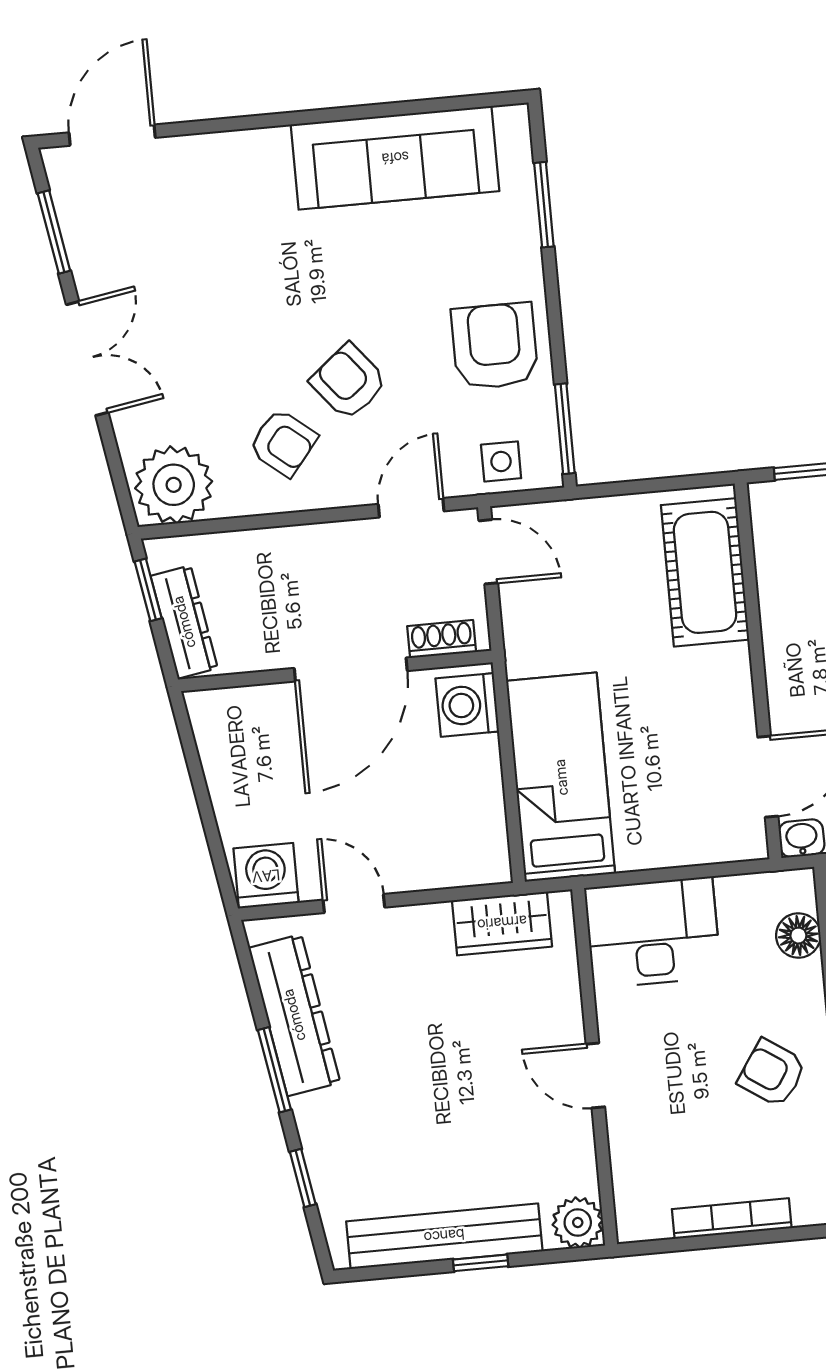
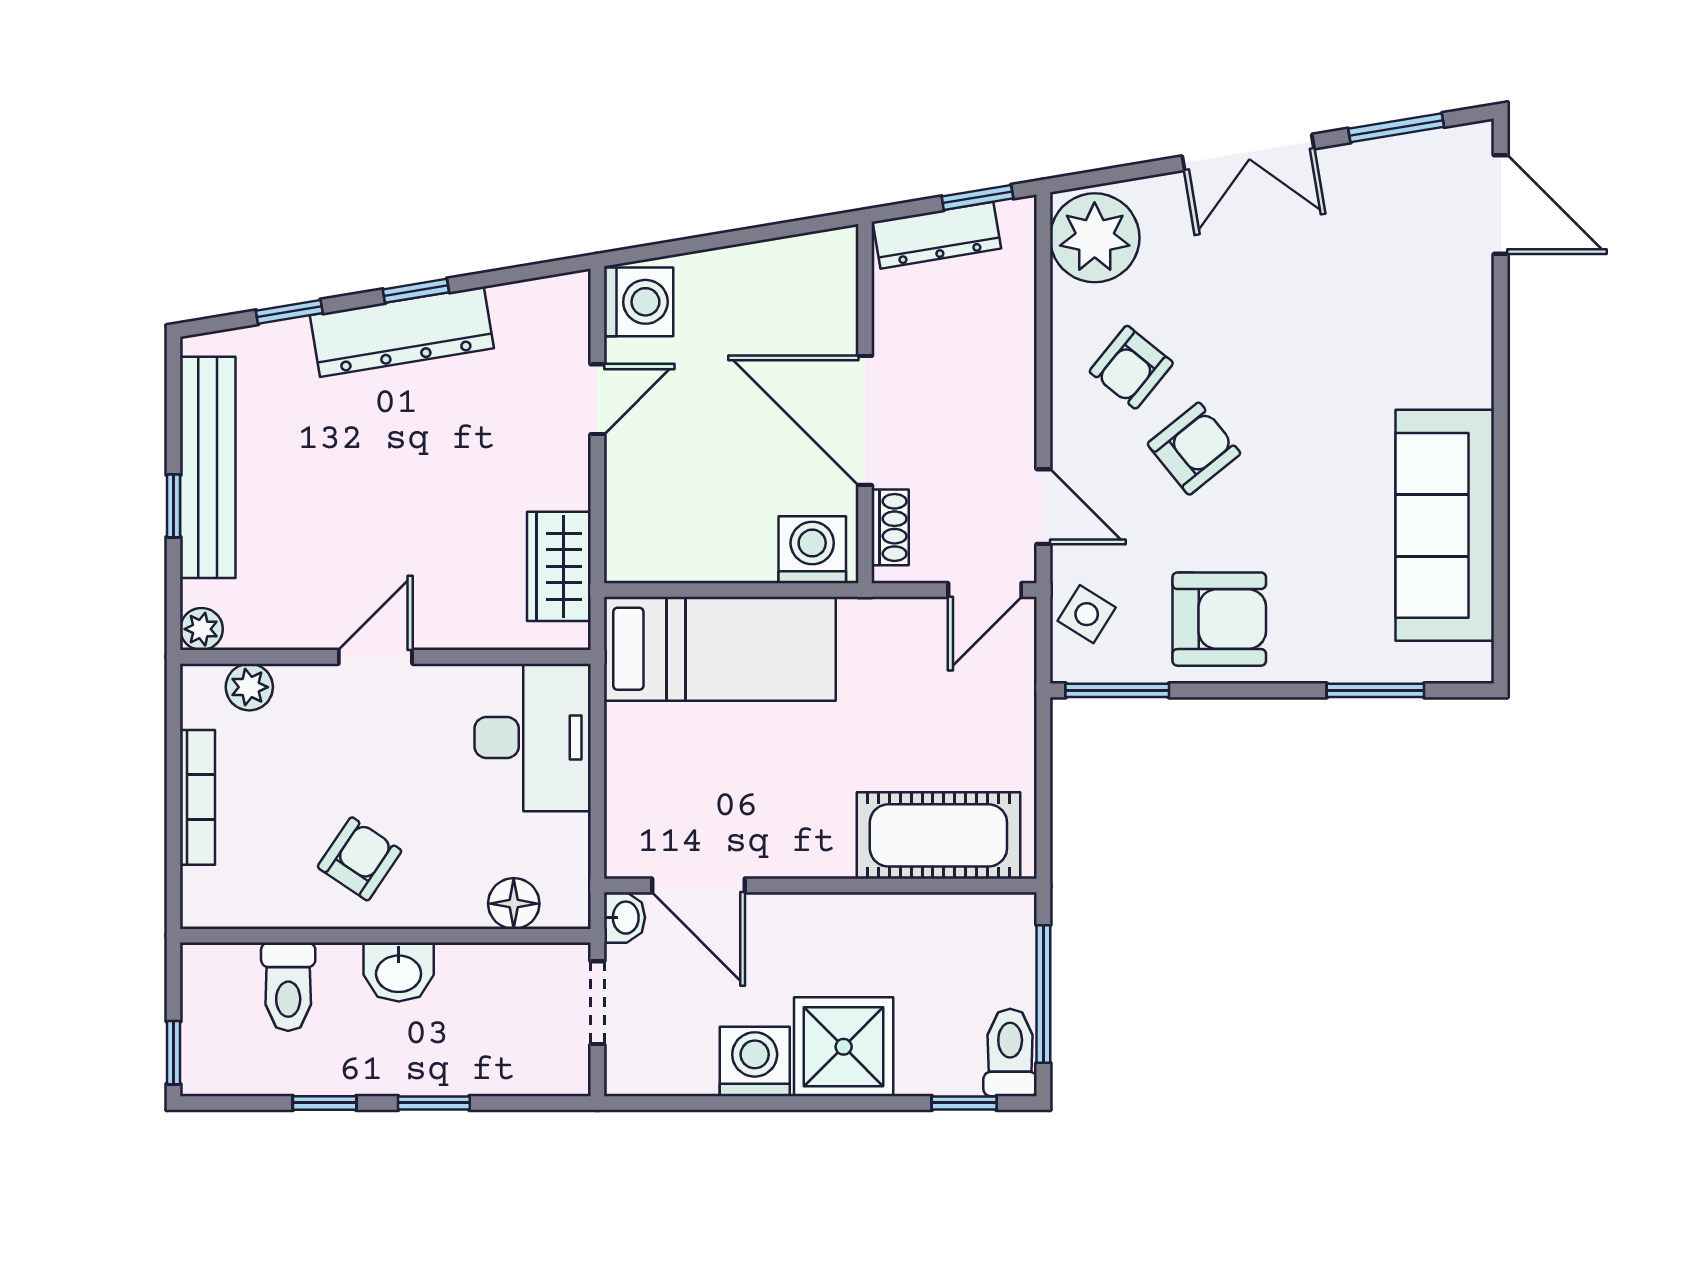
side table: (501, 461) -> (1087, 614), turned 32
dresser: (294, 1015) -> (402, 332), moved
window: (274, 1070) -> (416, 291), width x0.67
plant: (632, 1183) -> (249, 687), added
plant: (578, 1223) -> (201, 629), width x0.73, depth x0.73

